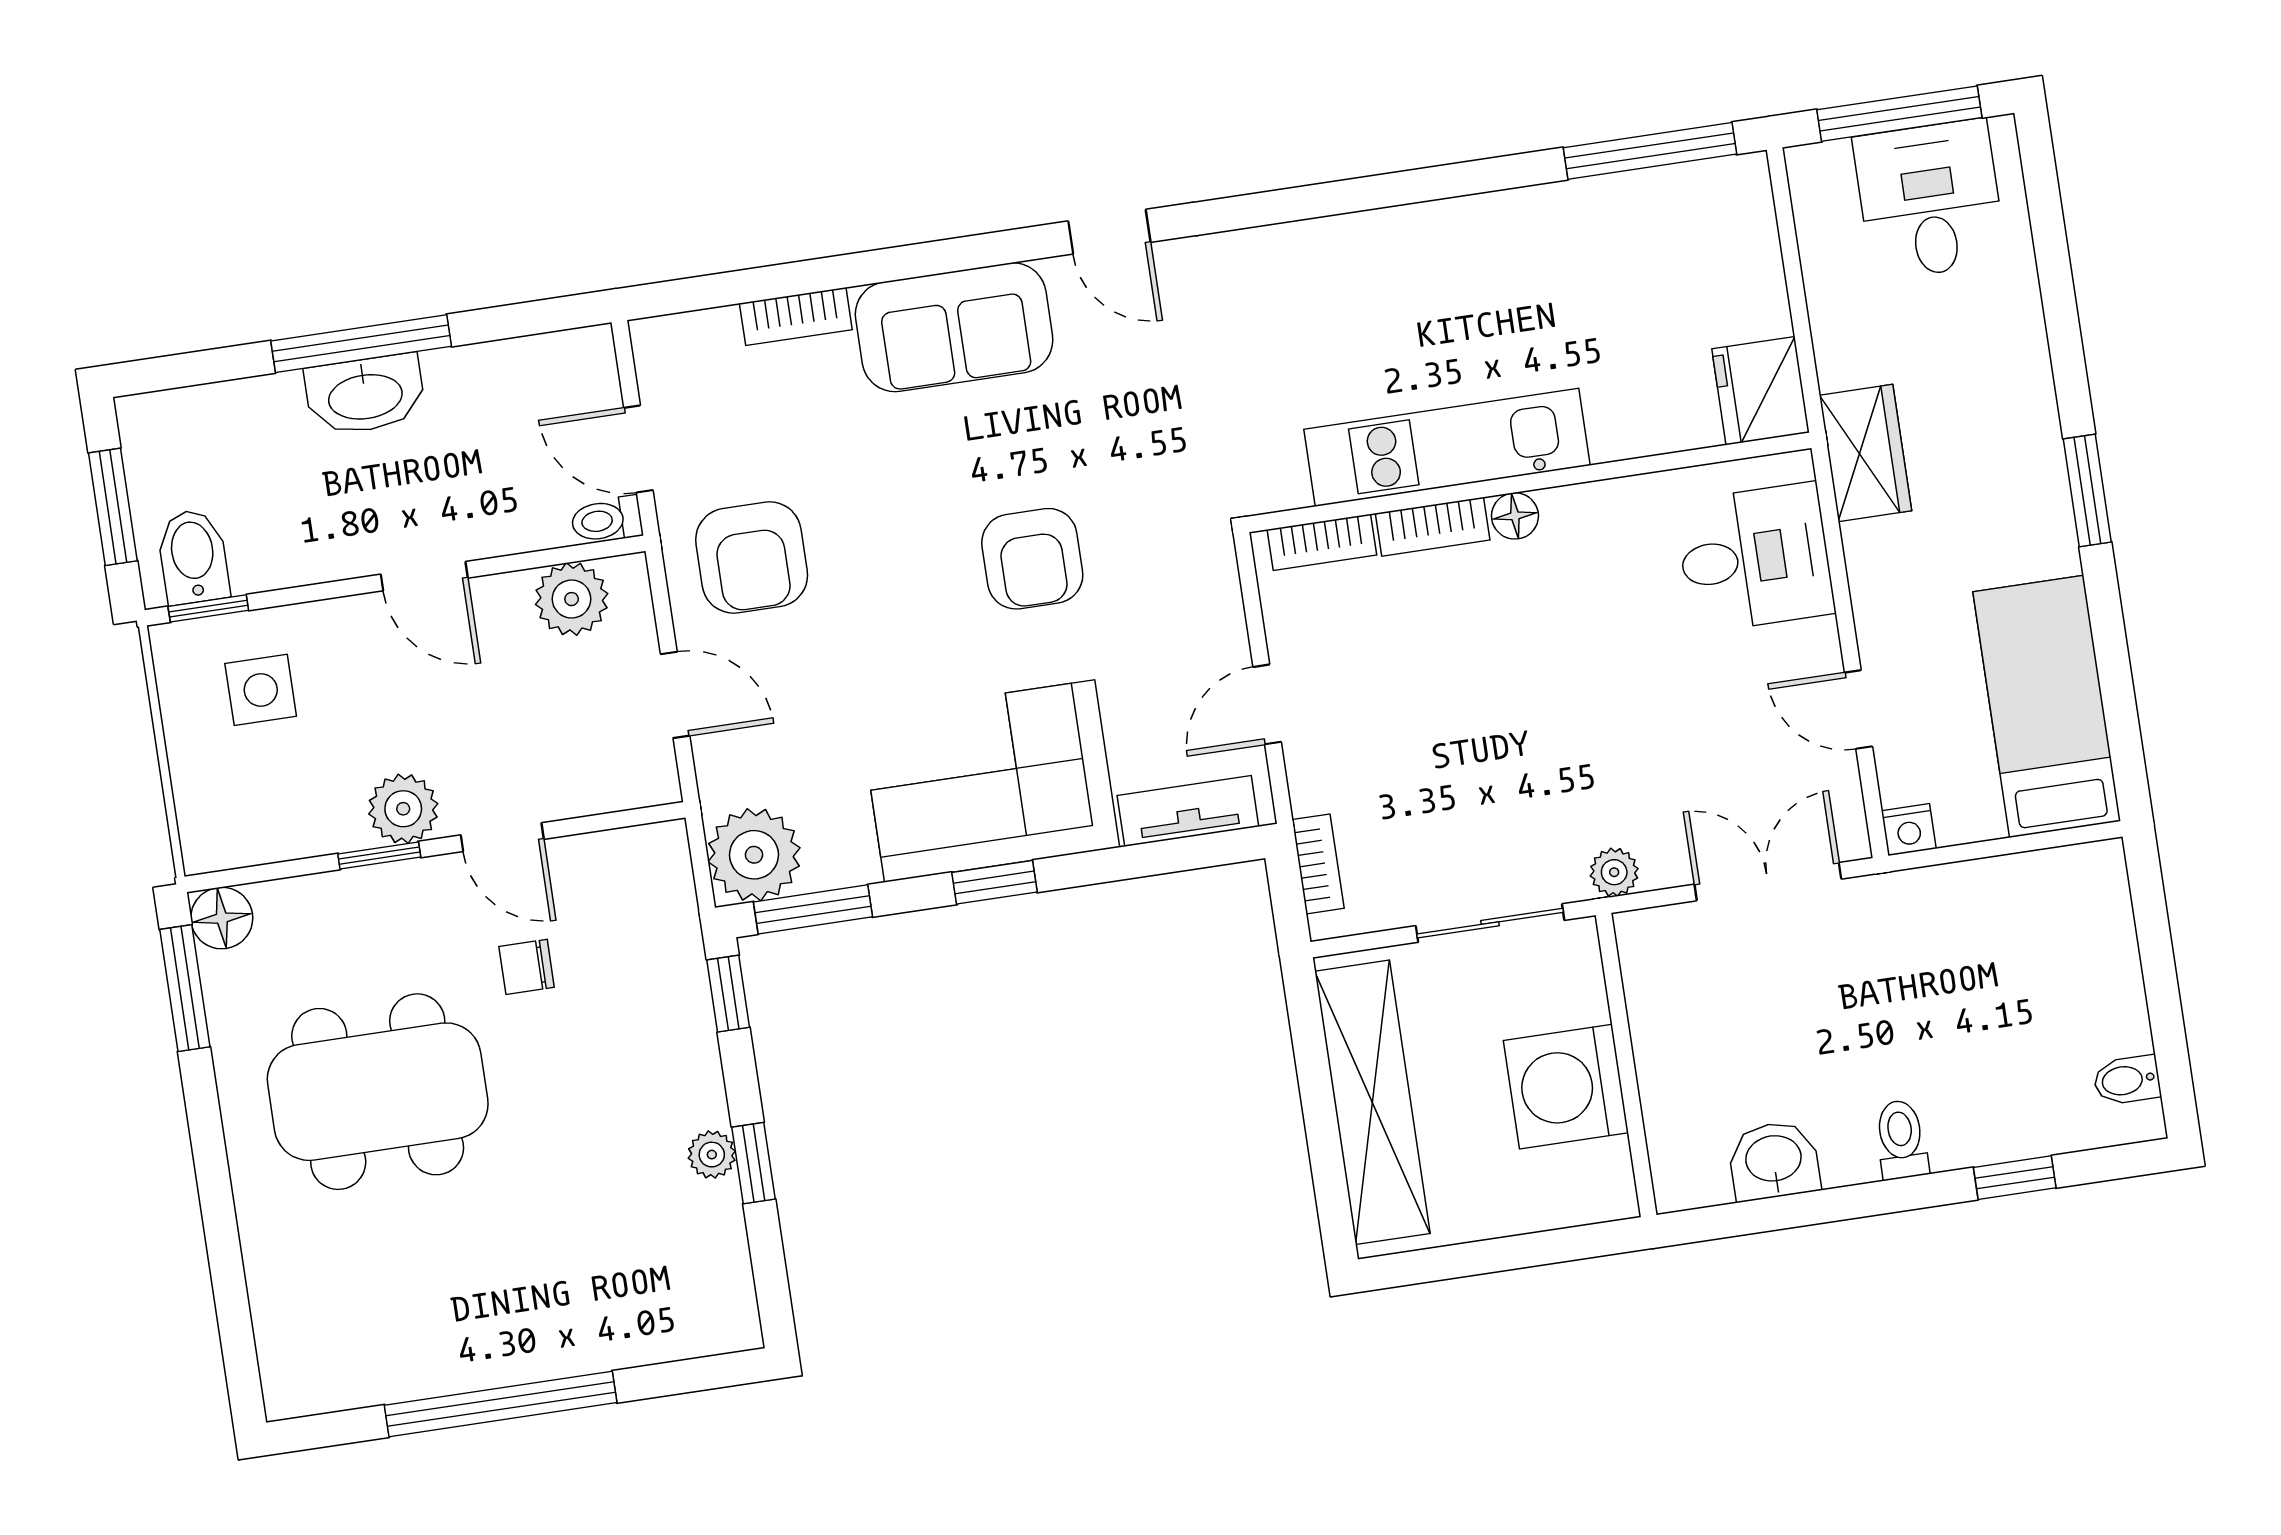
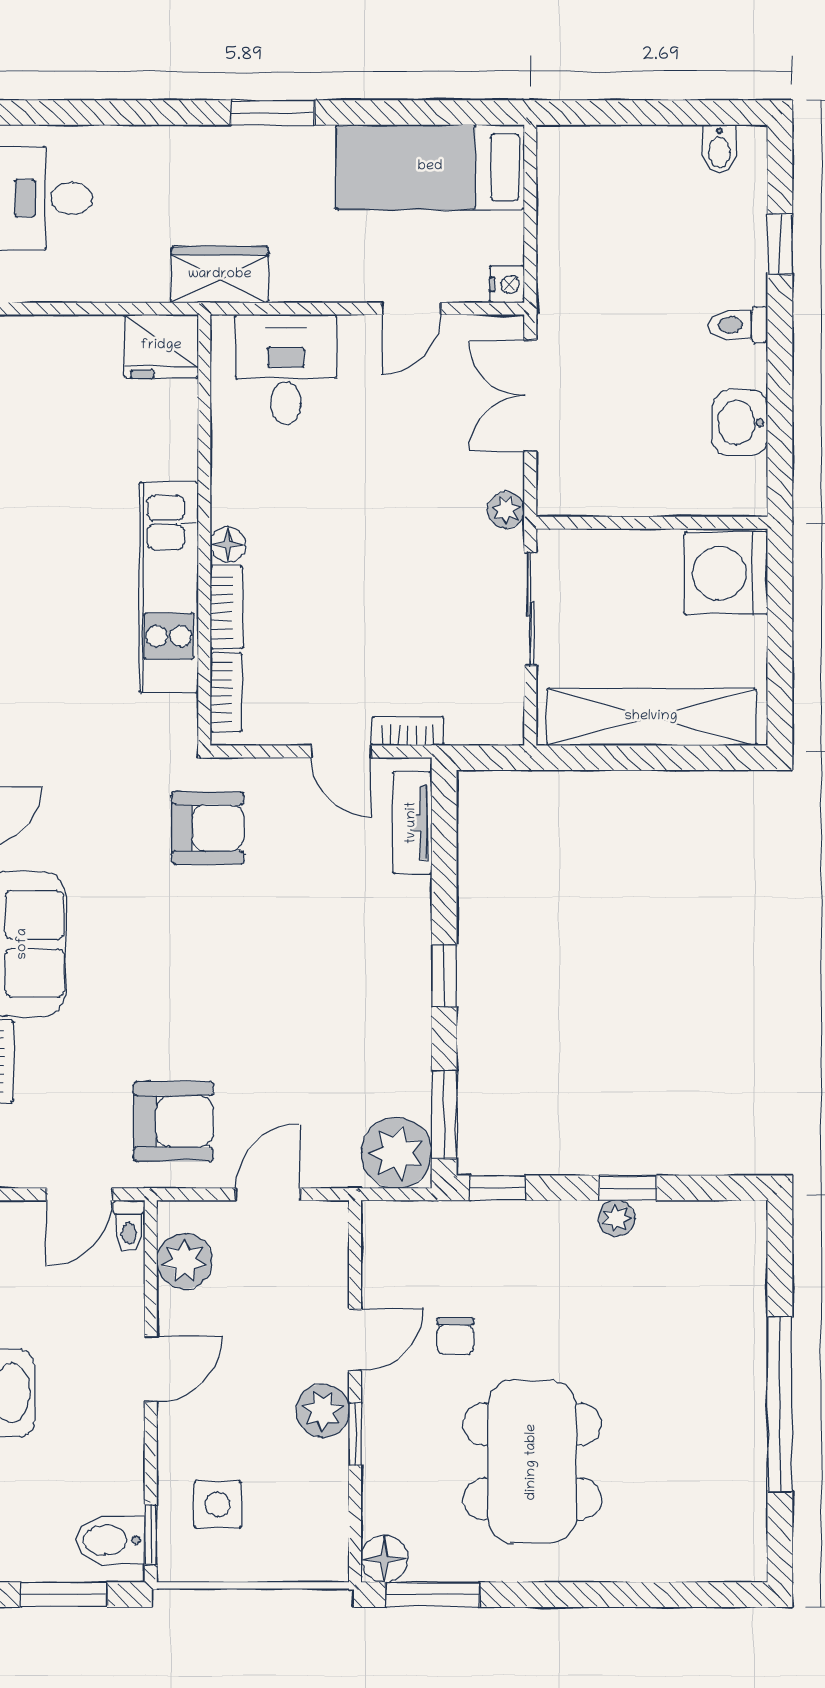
armchair: (1032, 559) -> (208, 828), moved
corner sofa: (990, 781) -> (368, 968), removed
bookcase: (1318, 864) -> (408, 731), moved
washing machine: (1566, 1087) -> (726, 573), moved, turned 90

